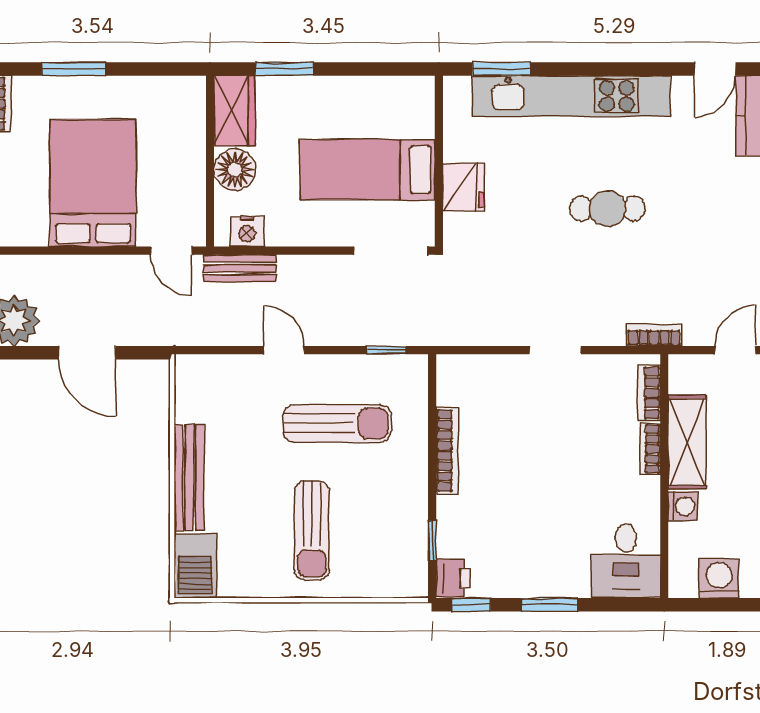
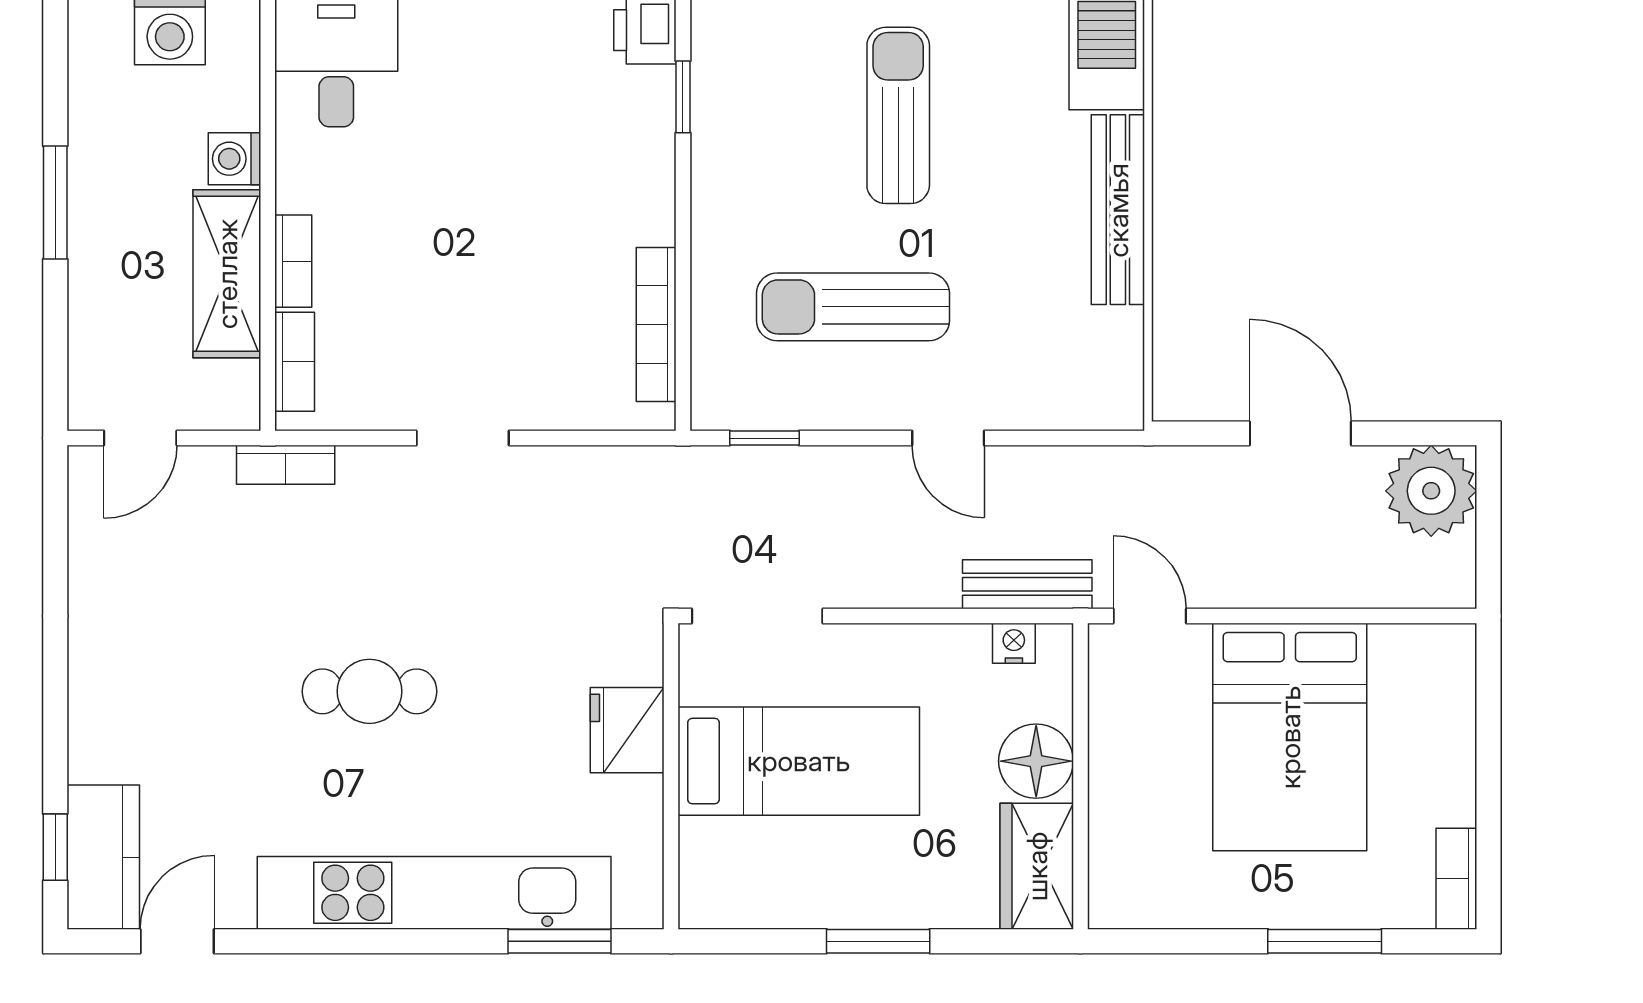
window: (284, 69) -> (878, 941), moved
nightstand: (247, 231) -> (1014, 643), width x0.72, depth x0.74
bookcase: (447, 451) -> (656, 324), moved

